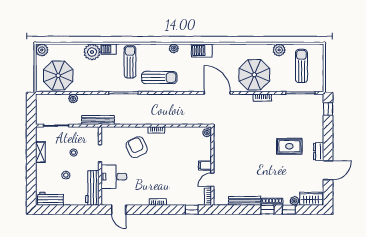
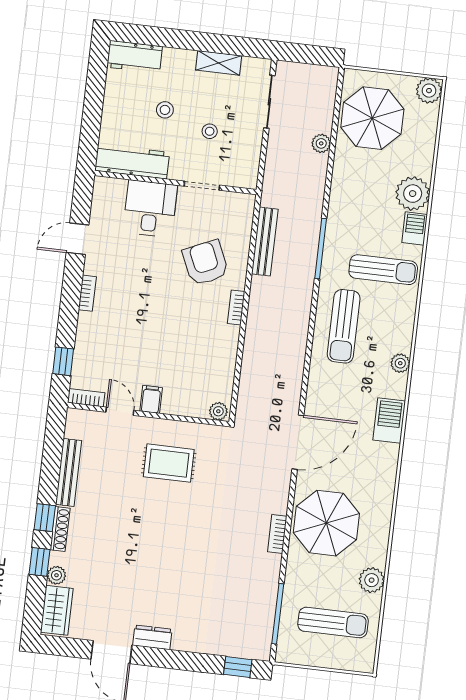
bench: (98, 120) -> (265, 242), moved
rug: (289, 146) -> (169, 463), moved, turned 90
armchair: (137, 147) -> (205, 263), turned -89
workbench: (50, 199) -> (135, 57), moved, turned 90
door: (119, 210) -> (77, 239), moved

